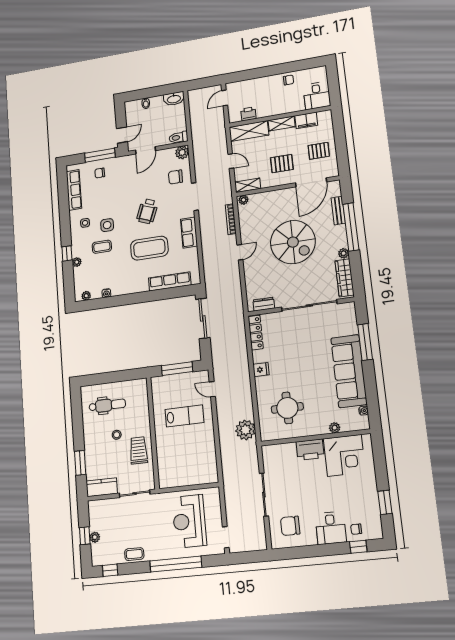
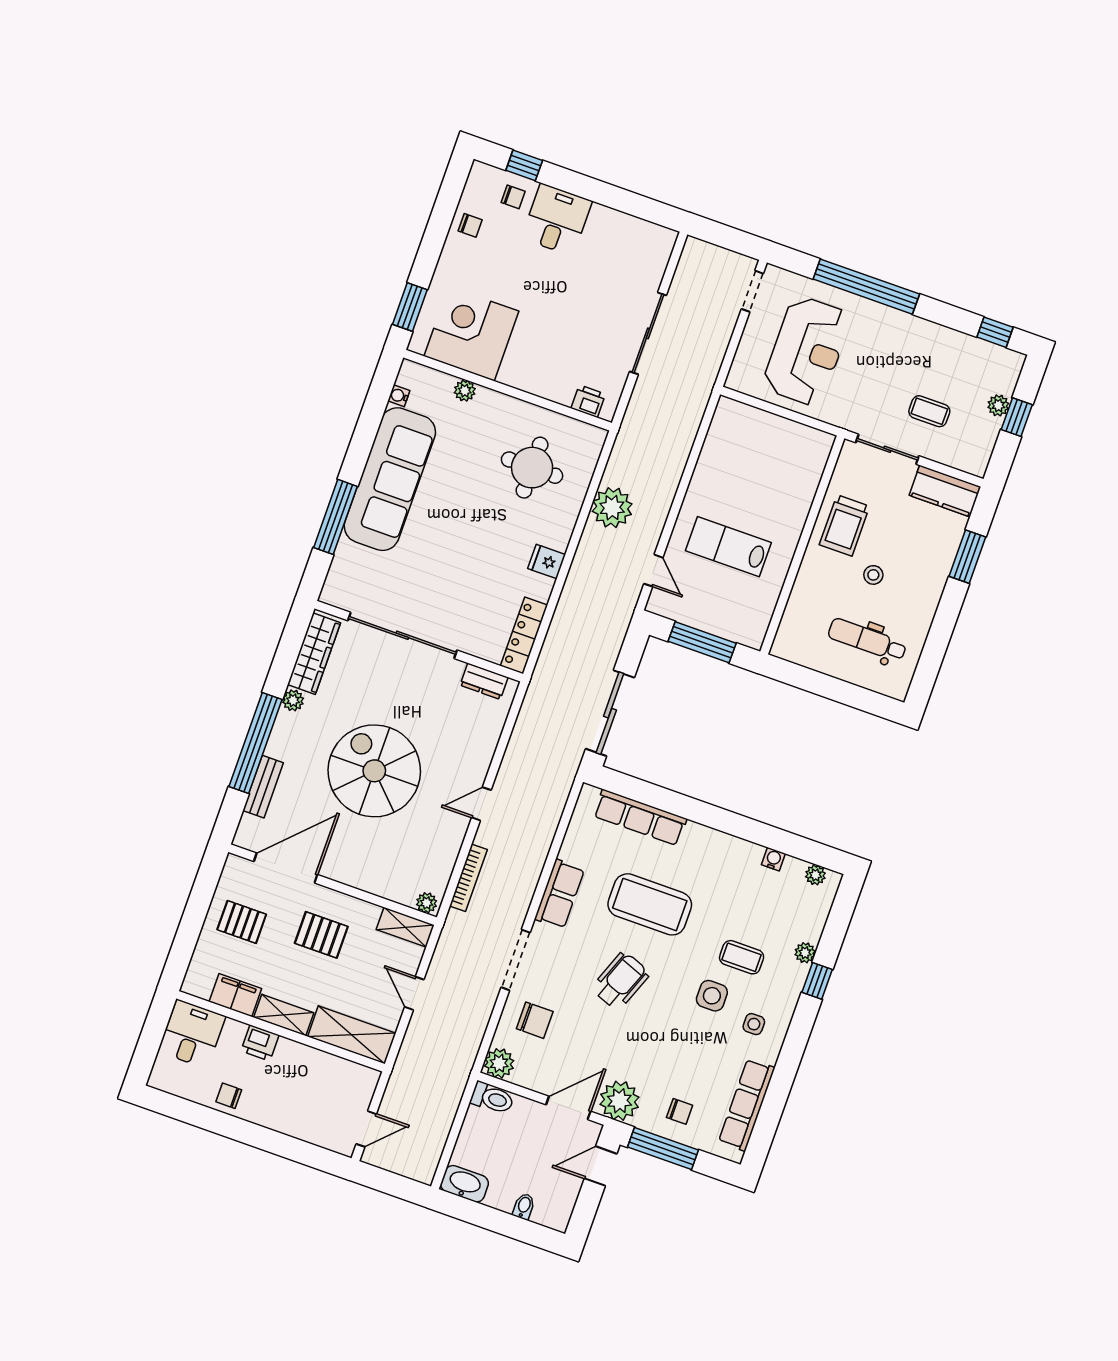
printer: (248, 114) -> (260, 1043), moved
plant: (126, 164) -> (619, 1101), added
plant: (245, 430) -> (612, 508), moved
printer: (310, 450) -> (588, 401), moved, width x0.53, depth x0.68
window: (385, 502) -> (410, 307), moved
chair: (290, 526) -> (470, 225), moved, width x0.54, depth x0.54
coffee table: (134, 554) -> (929, 411), moved

